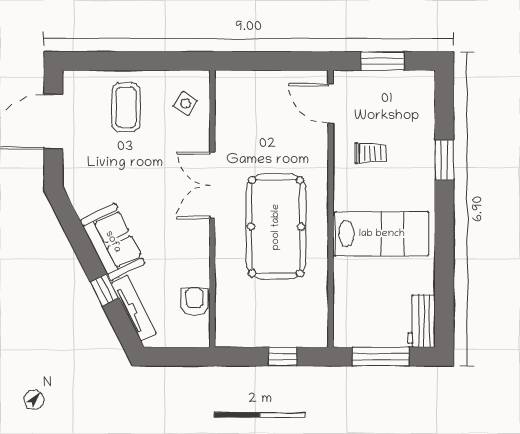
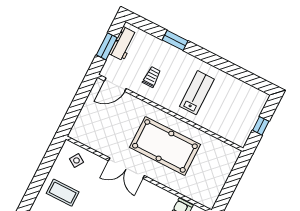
lab bench: (382, 234) -> (197, 93), width x0.73, depth x0.72
workbench: (422, 321) -> (123, 44), moved, turned -90
window: (283, 357) -> (235, 177), removed
window: (381, 357) -> (261, 126), width x0.46

